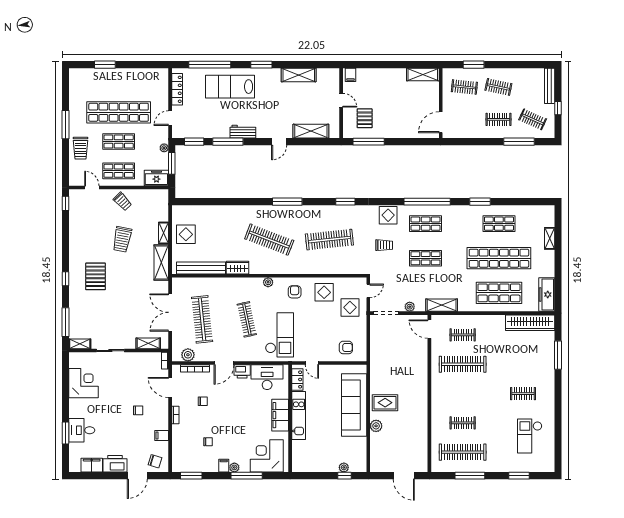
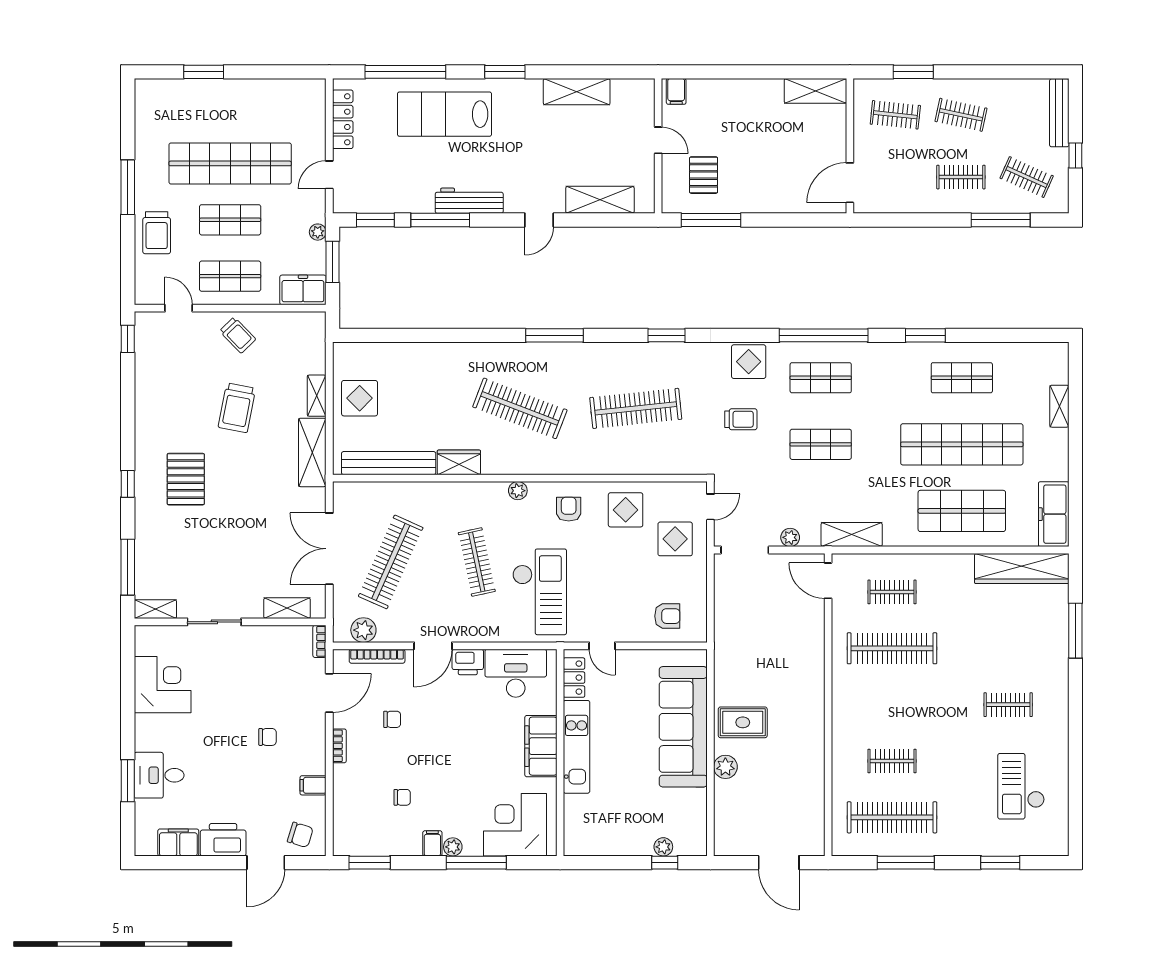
workbench: (243, 132) -> (469, 201), width x1.38
clothes rail: (202, 319) -> (391, 562), turned 30
door: (170, 387) -> (329, 693), swing flipped

